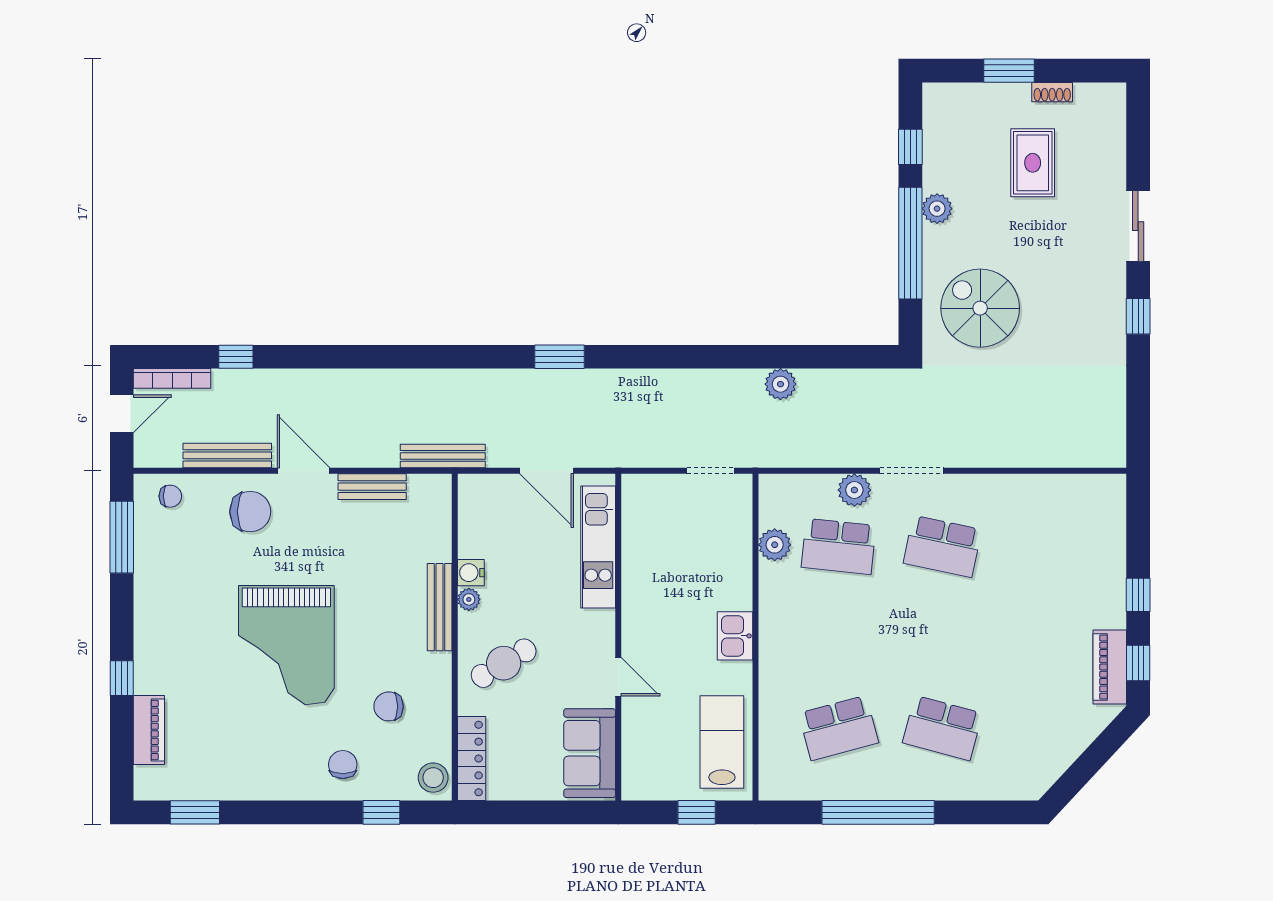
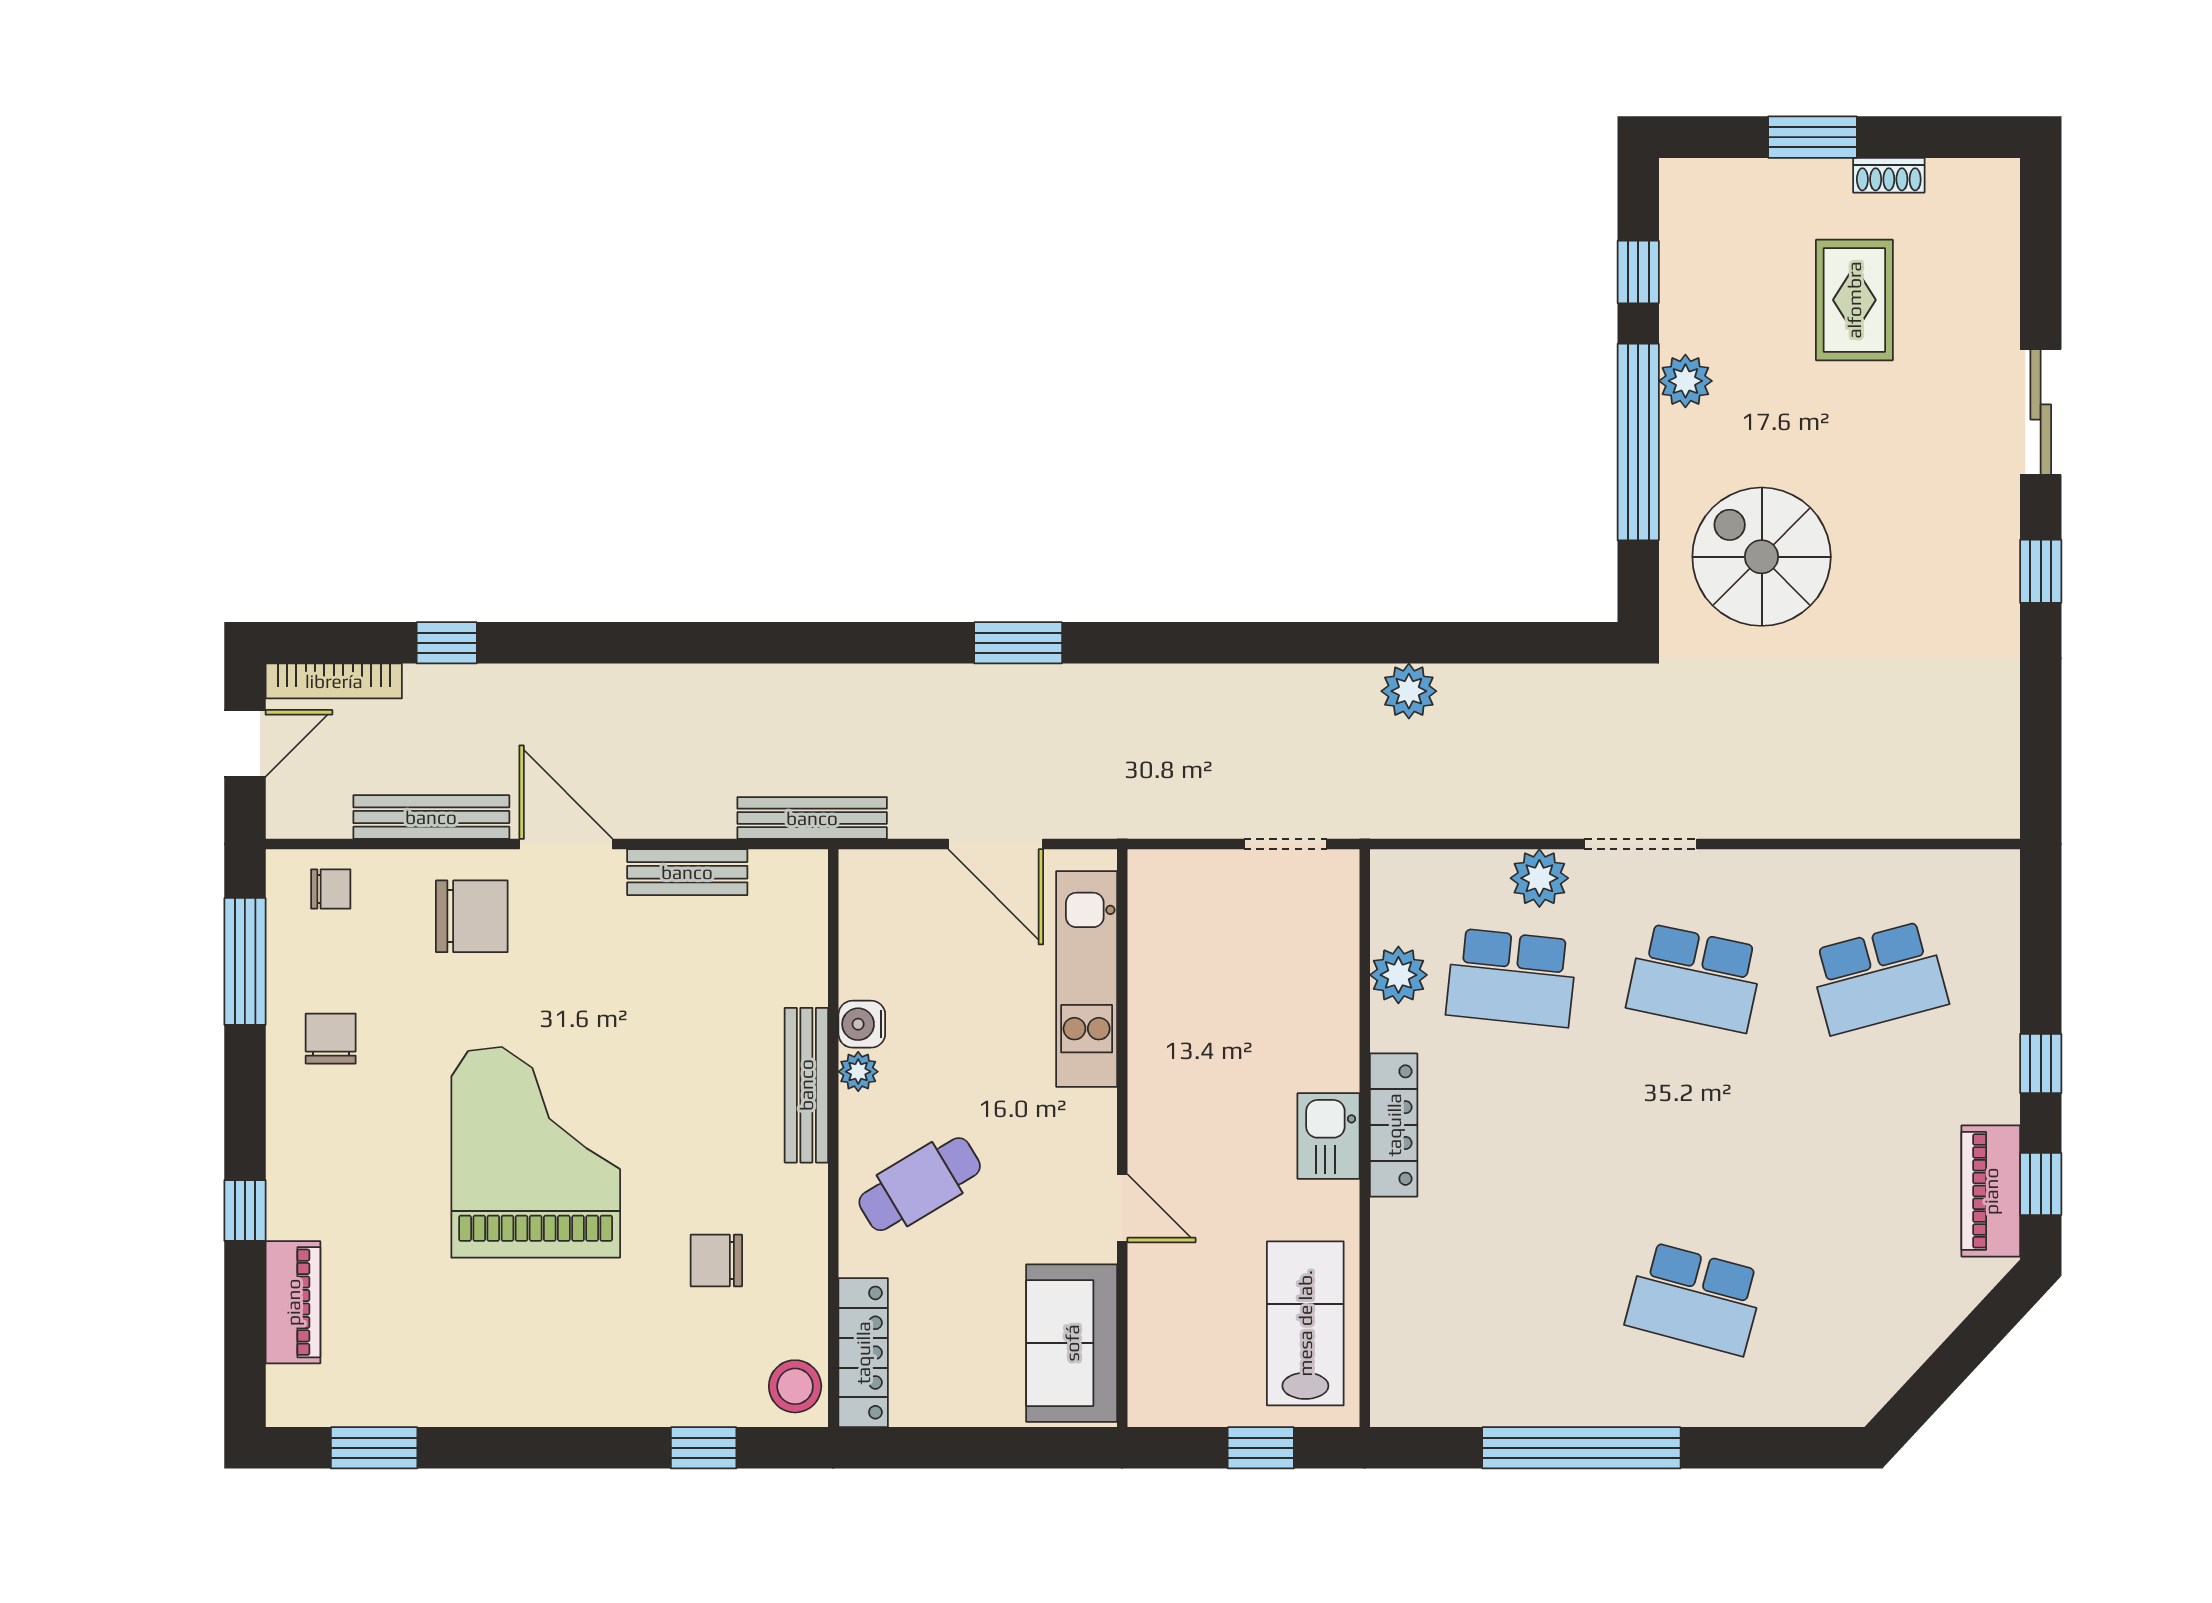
locker: (772, 630) -> (1394, 1125), added
grand piano: (286, 645) -> (536, 1152), turned 180
school desk: (839, 728) -> (1878, 978), moved
chair: (343, 765) -> (331, 1039), moved

